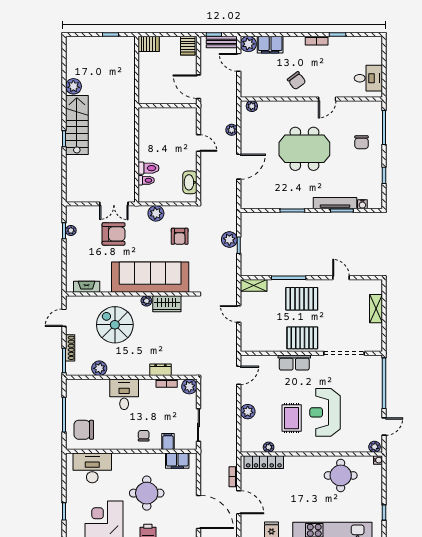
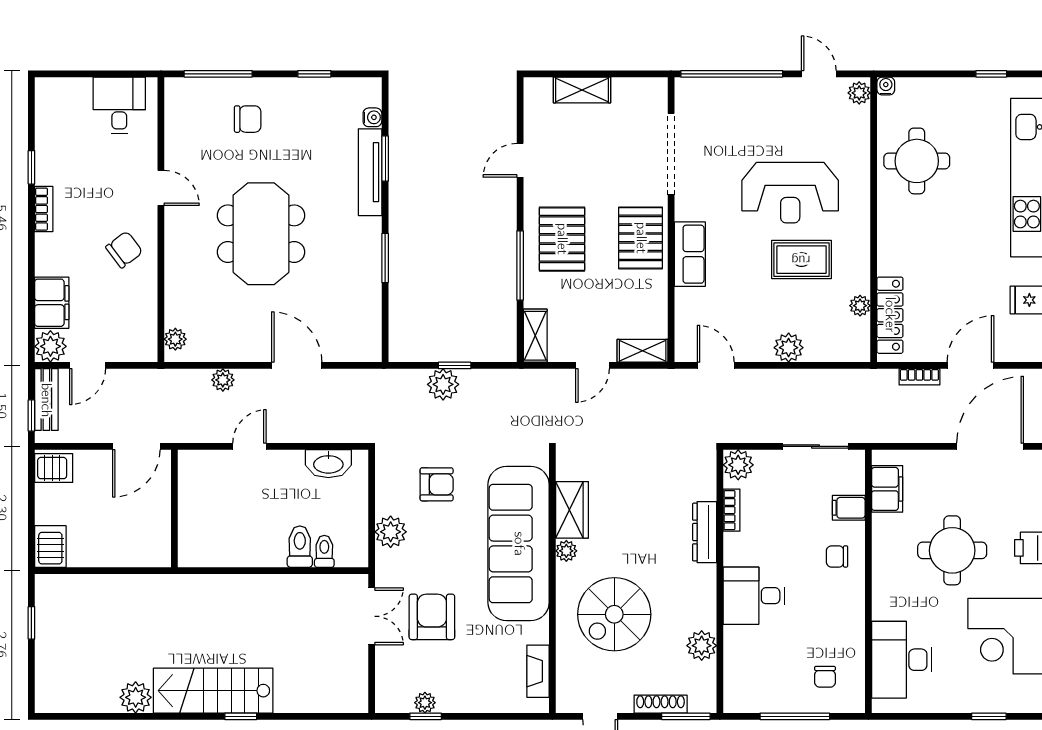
shelving: (246, 339) -> (643, 351), added
dresser: (160, 370) -> (705, 532), width x1.44
chair: (84, 430) -> (825, 677), width x0.54, depth x0.54

